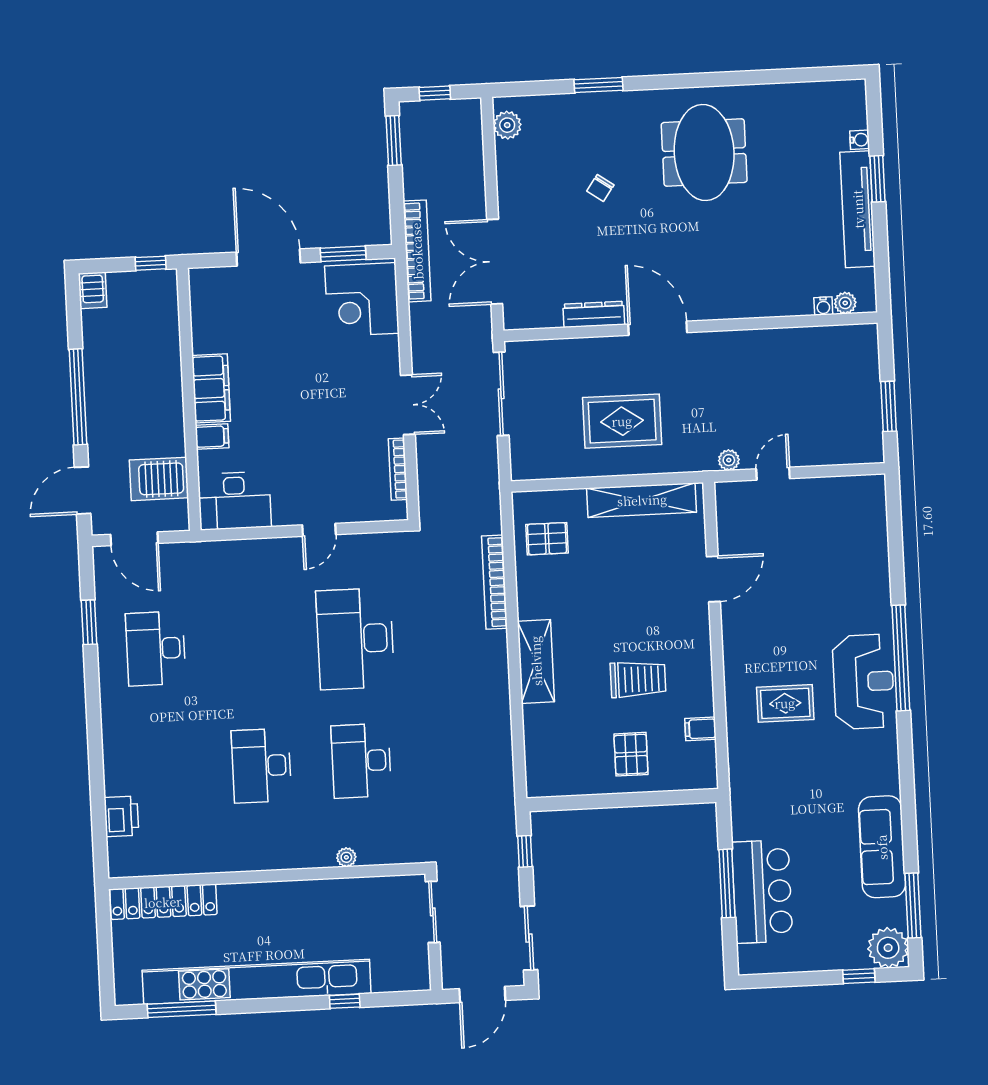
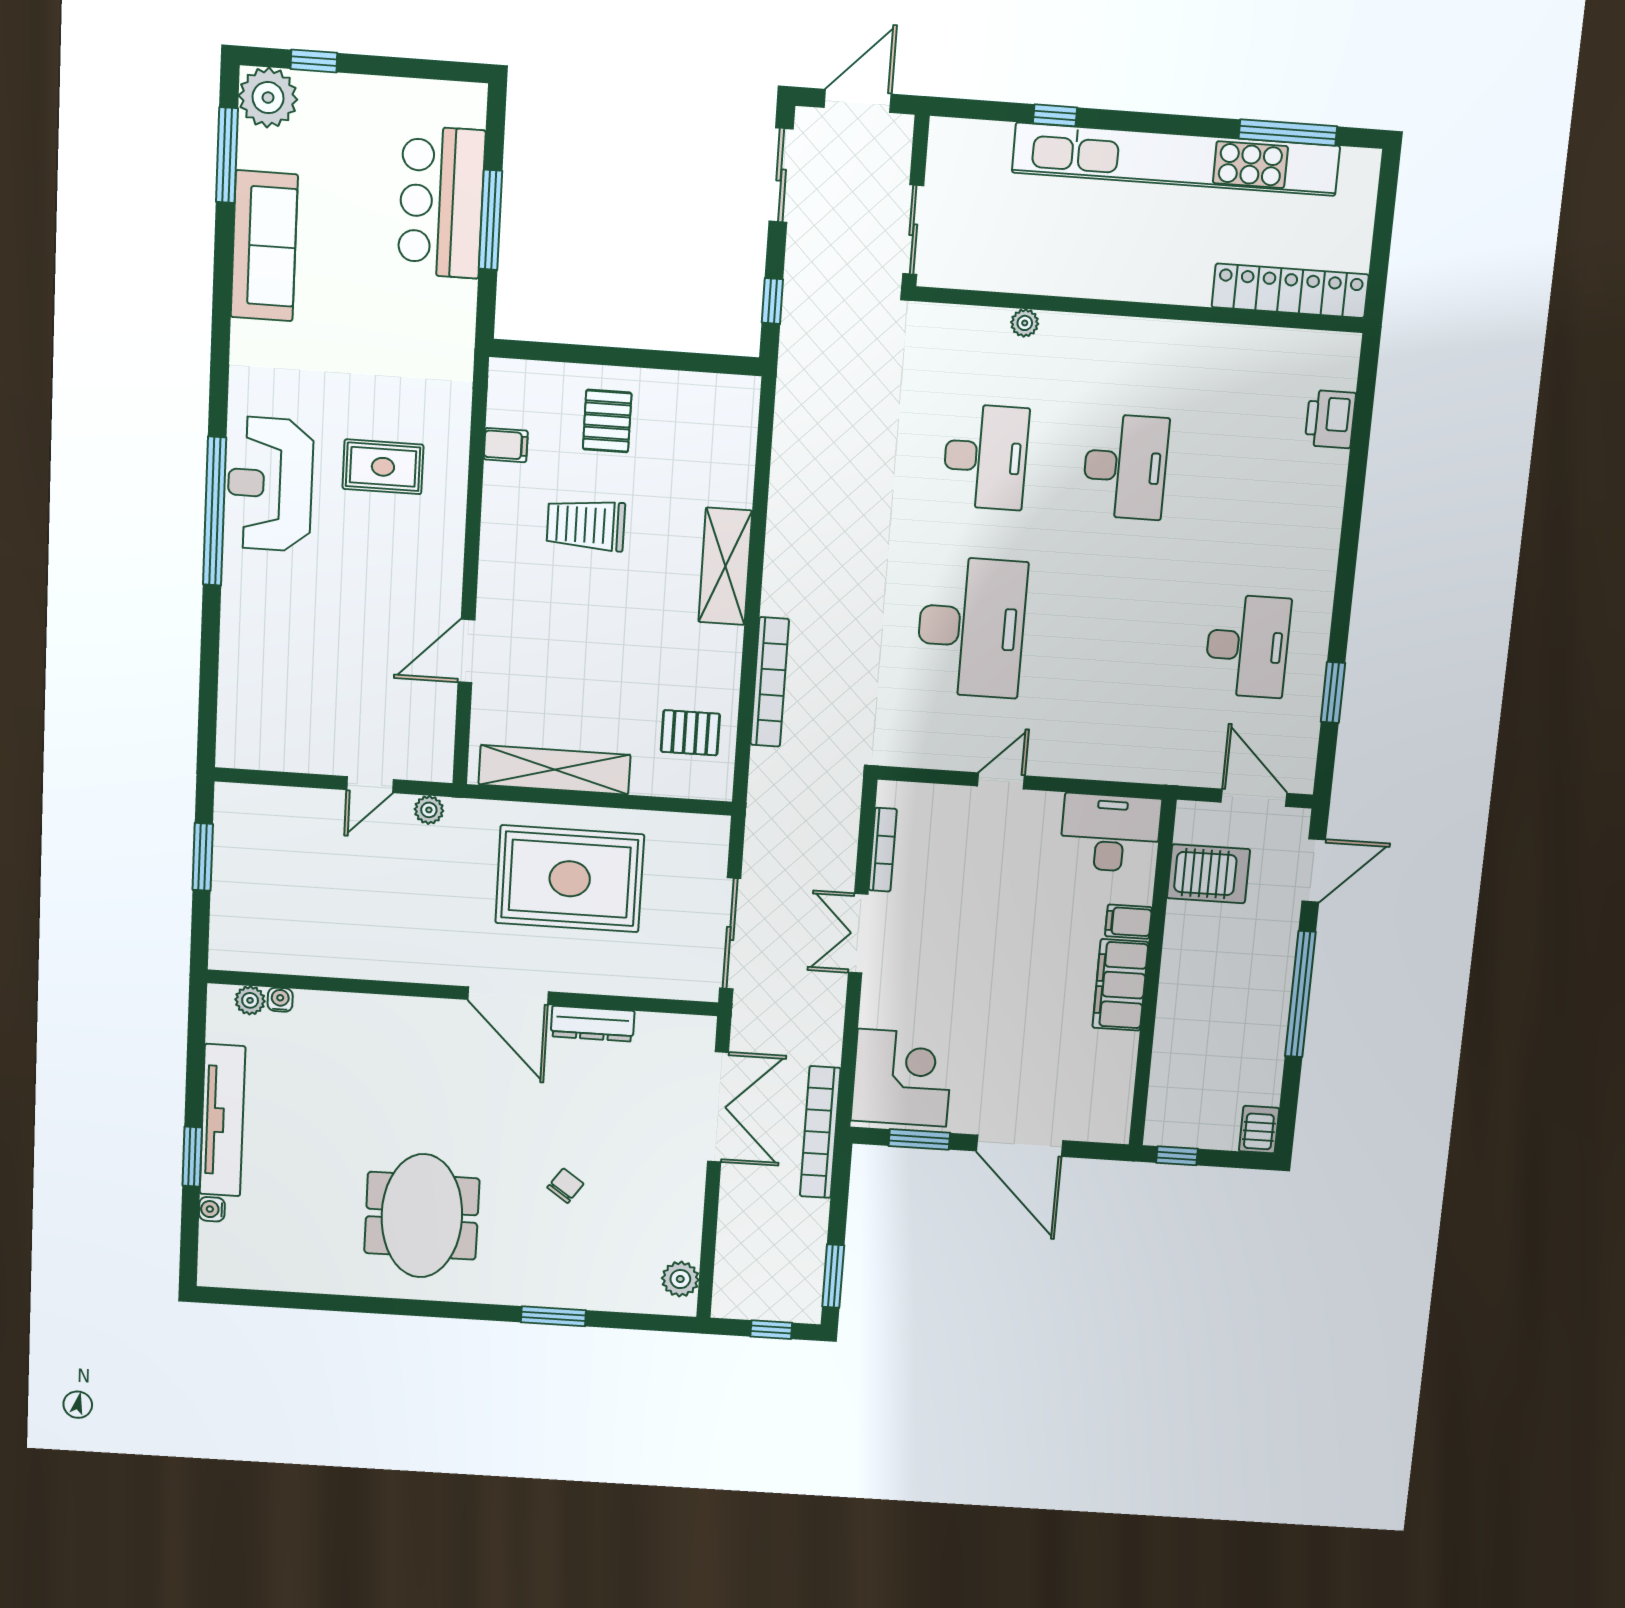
rug: (622, 421) -> (570, 879), width x1.37, depth x1.44

